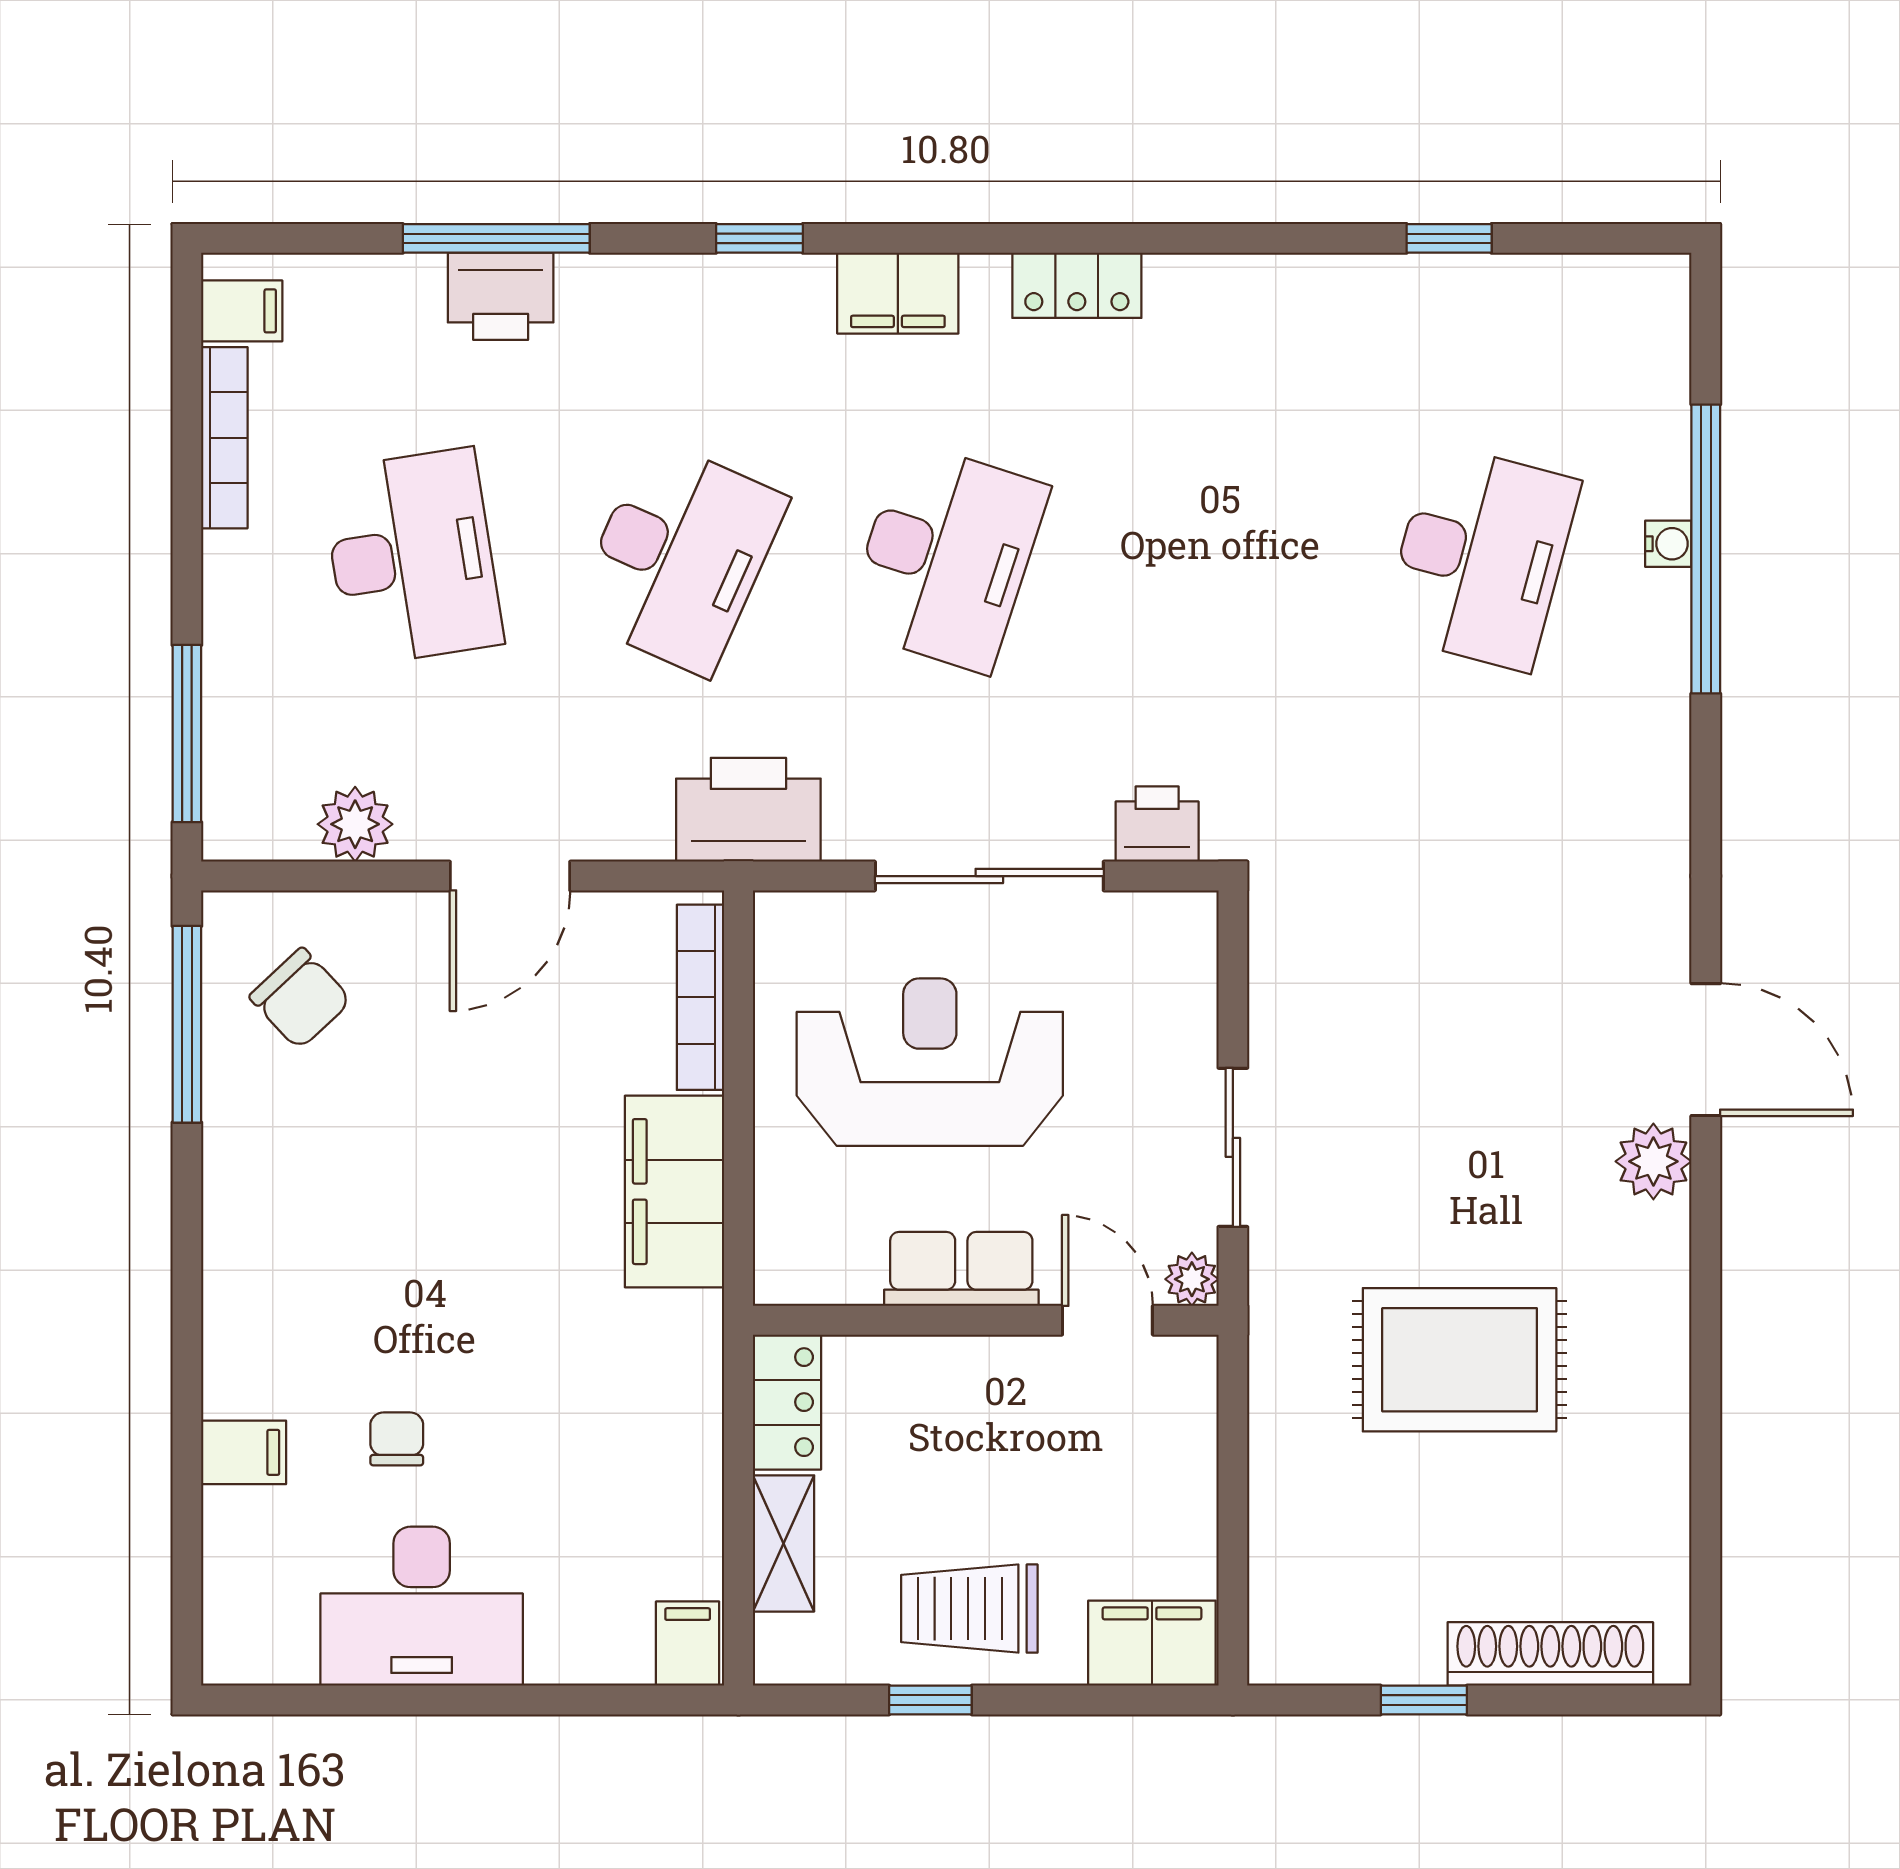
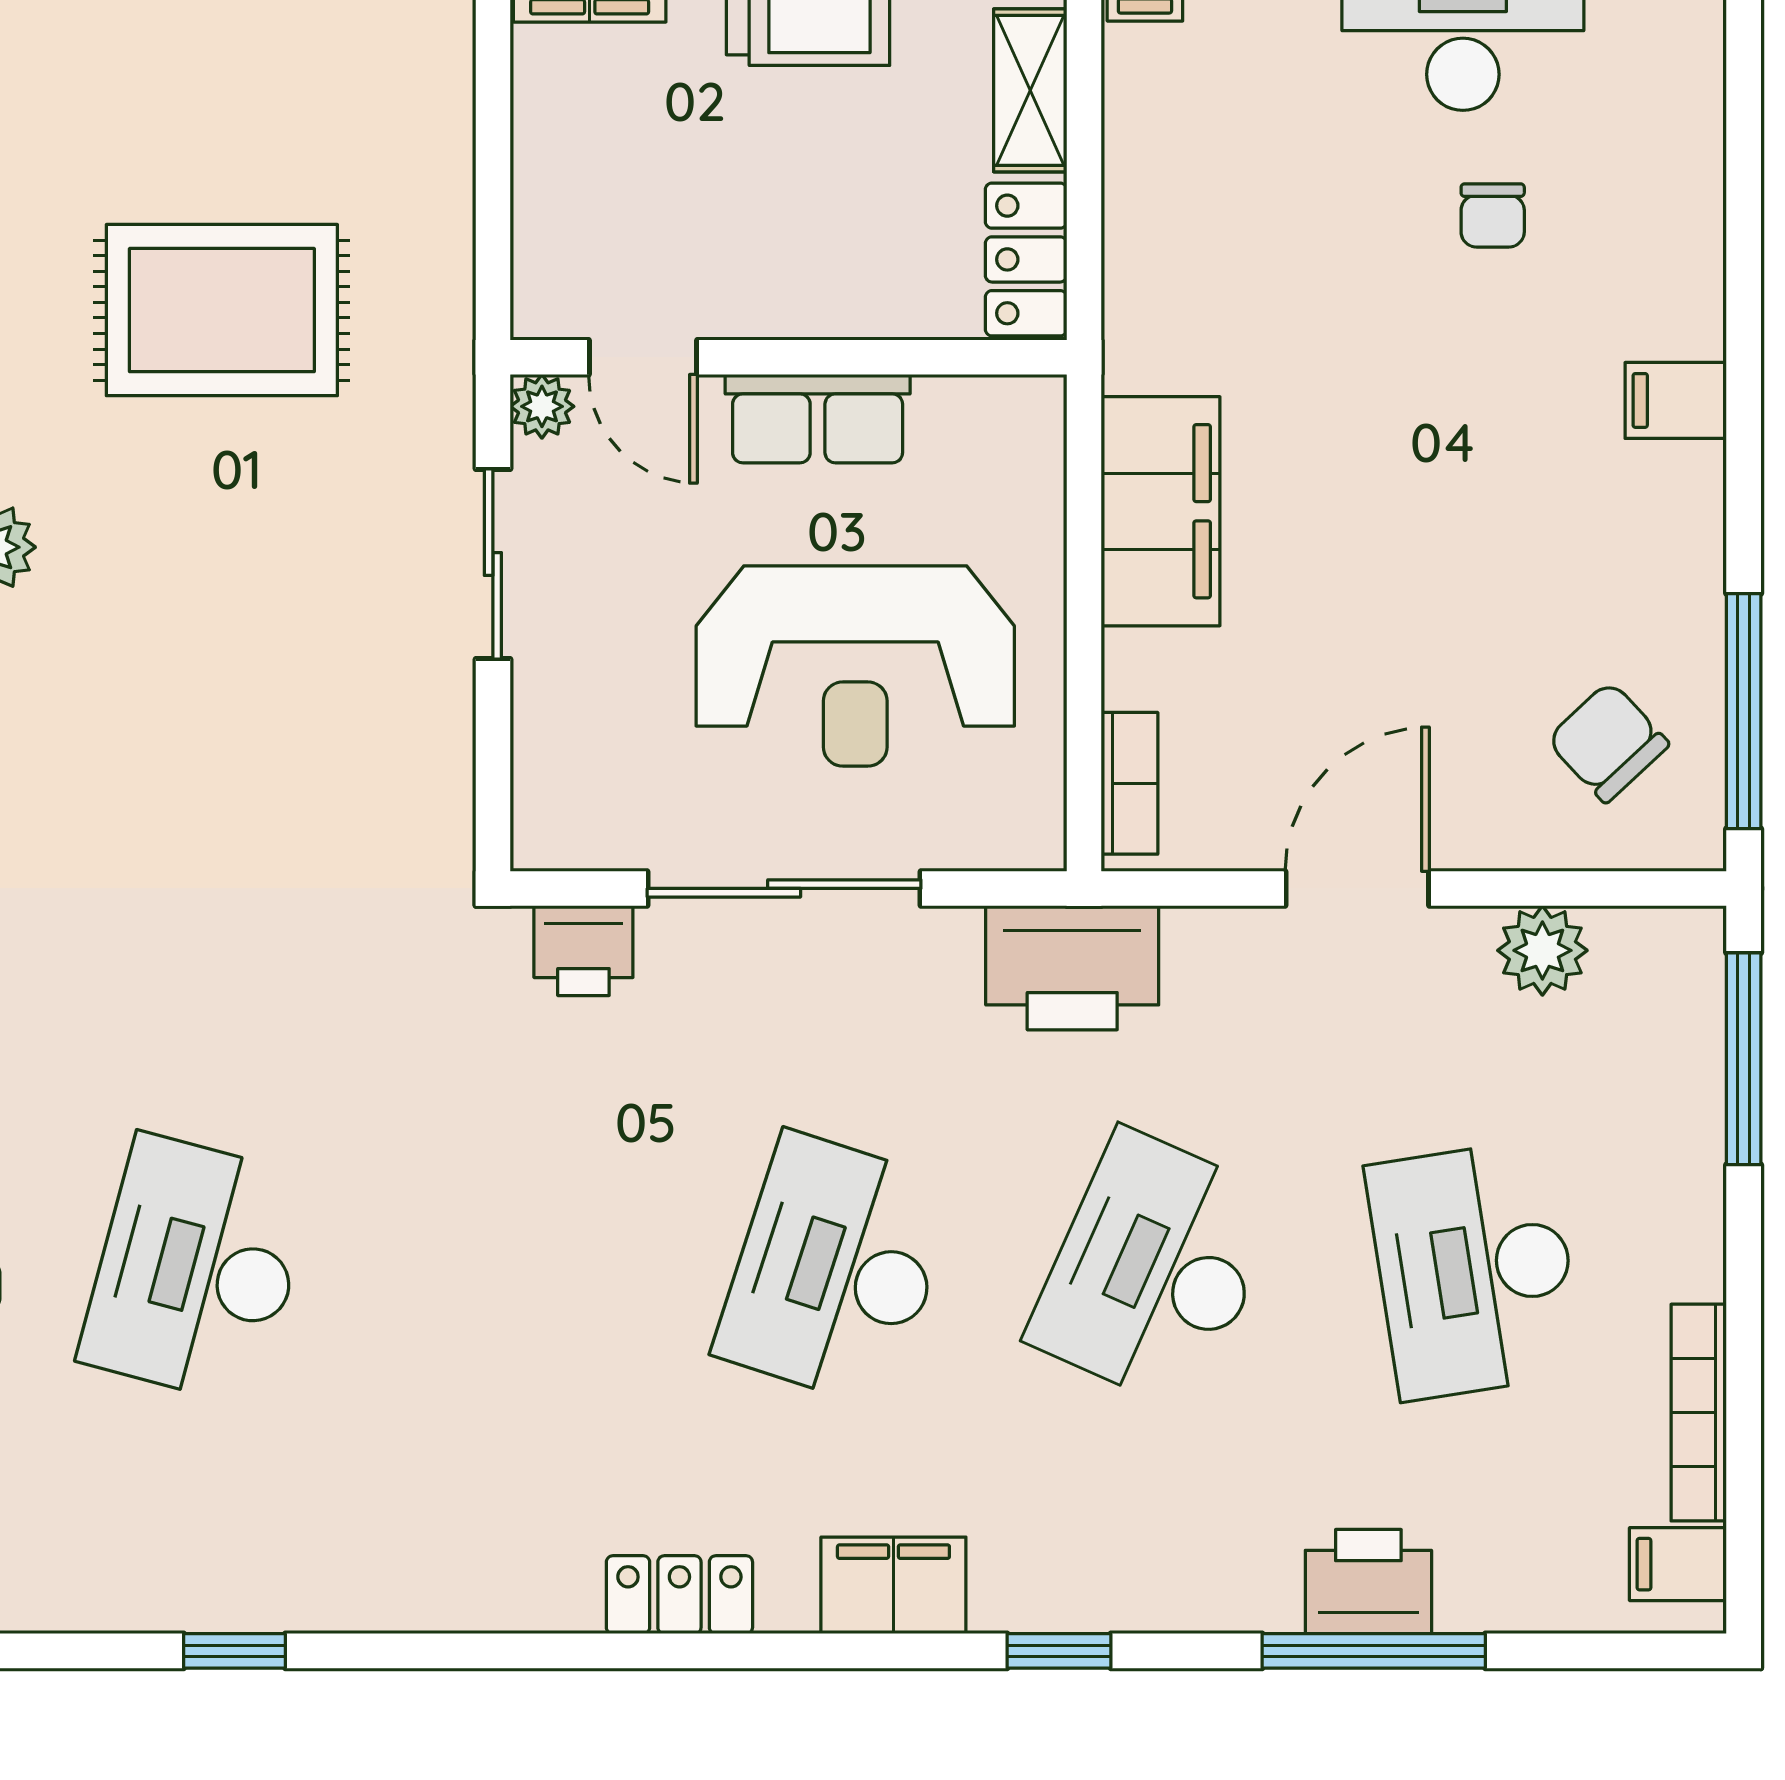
bookcase: (700, 997) -> (1129, 783), width x0.64
filing cabinet: (244, 1452) -> (1676, 400), moved

